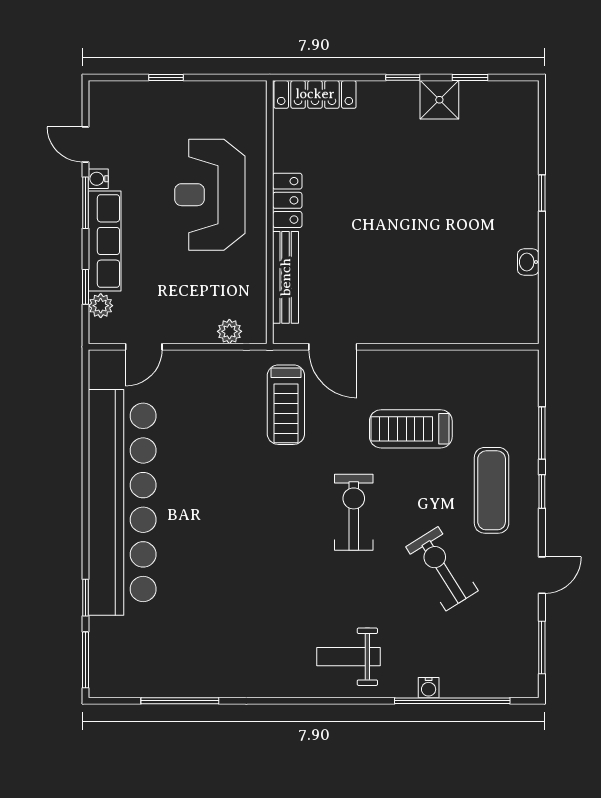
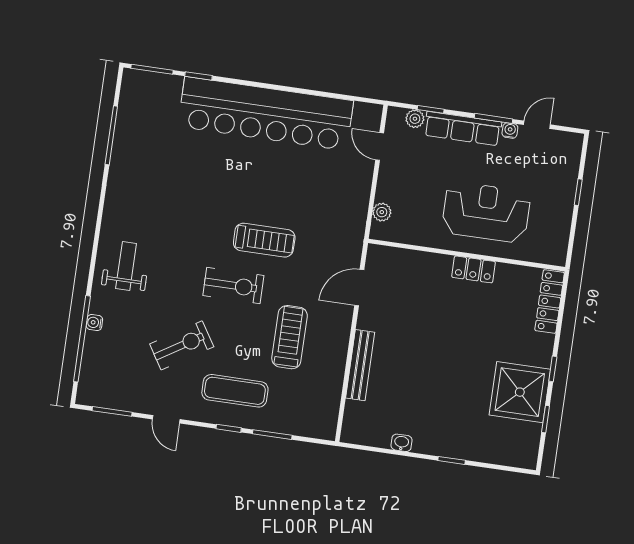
shower: (439, 100) -> (520, 392), width x1.86, depth x1.86
bench: (286, 277) -> (360, 365), moved, turned 90
treadmill: (286, 405) -> (264, 240), moved, turned 180

